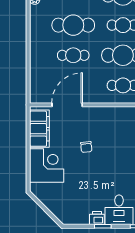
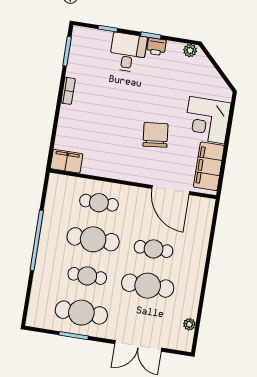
door: (67, 105) -> (171, 190), hinge flipped
chair: (86, 147) -> (155, 135), width x1.87, depth x1.87
plant: (69, 219) -> (190, 51), added

